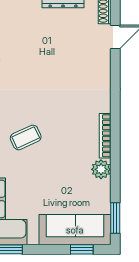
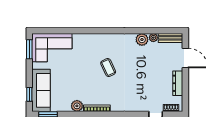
coffee table: (26, 137) -> (108, 68), moved

